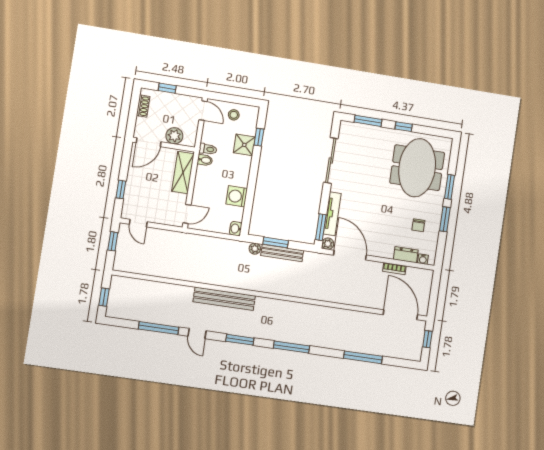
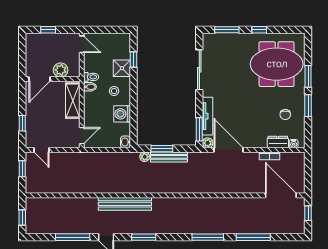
shoe rack: (143, 106) -> (30, 49), removed
stool: (234, 115) -> (114, 91), moved
meeting table: (417, 168) -> (277, 64), turned 90
window: (291, 347) -> (208, 237), moved

